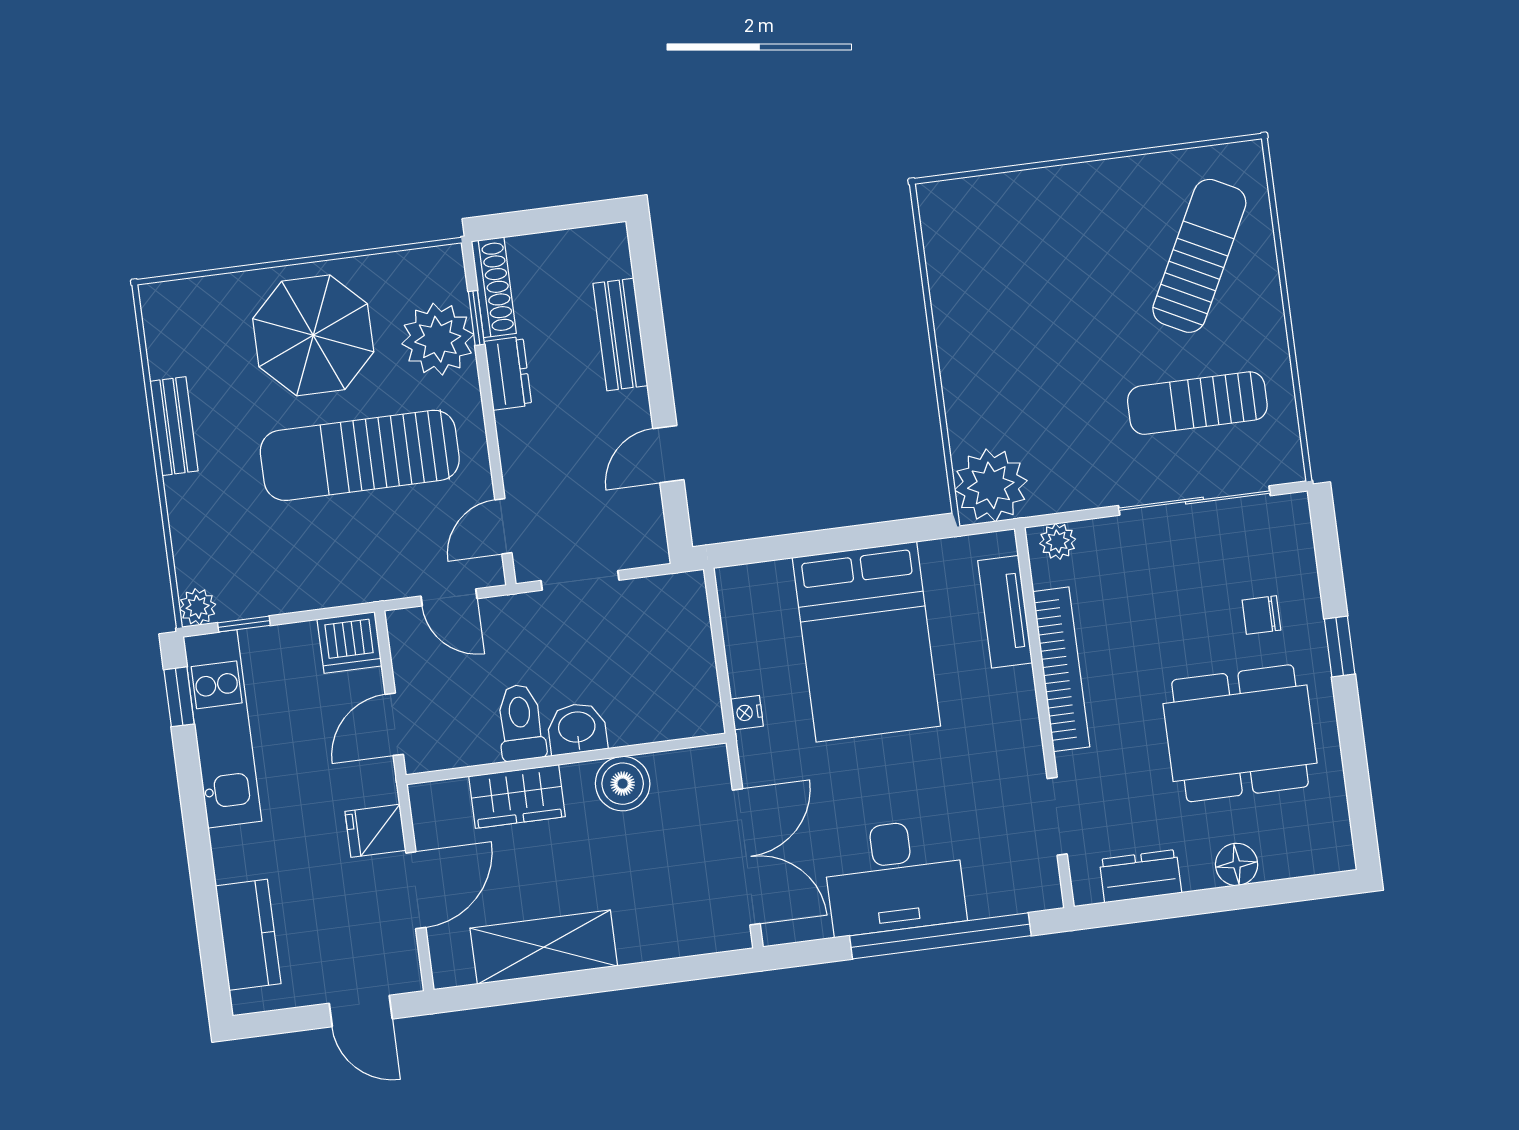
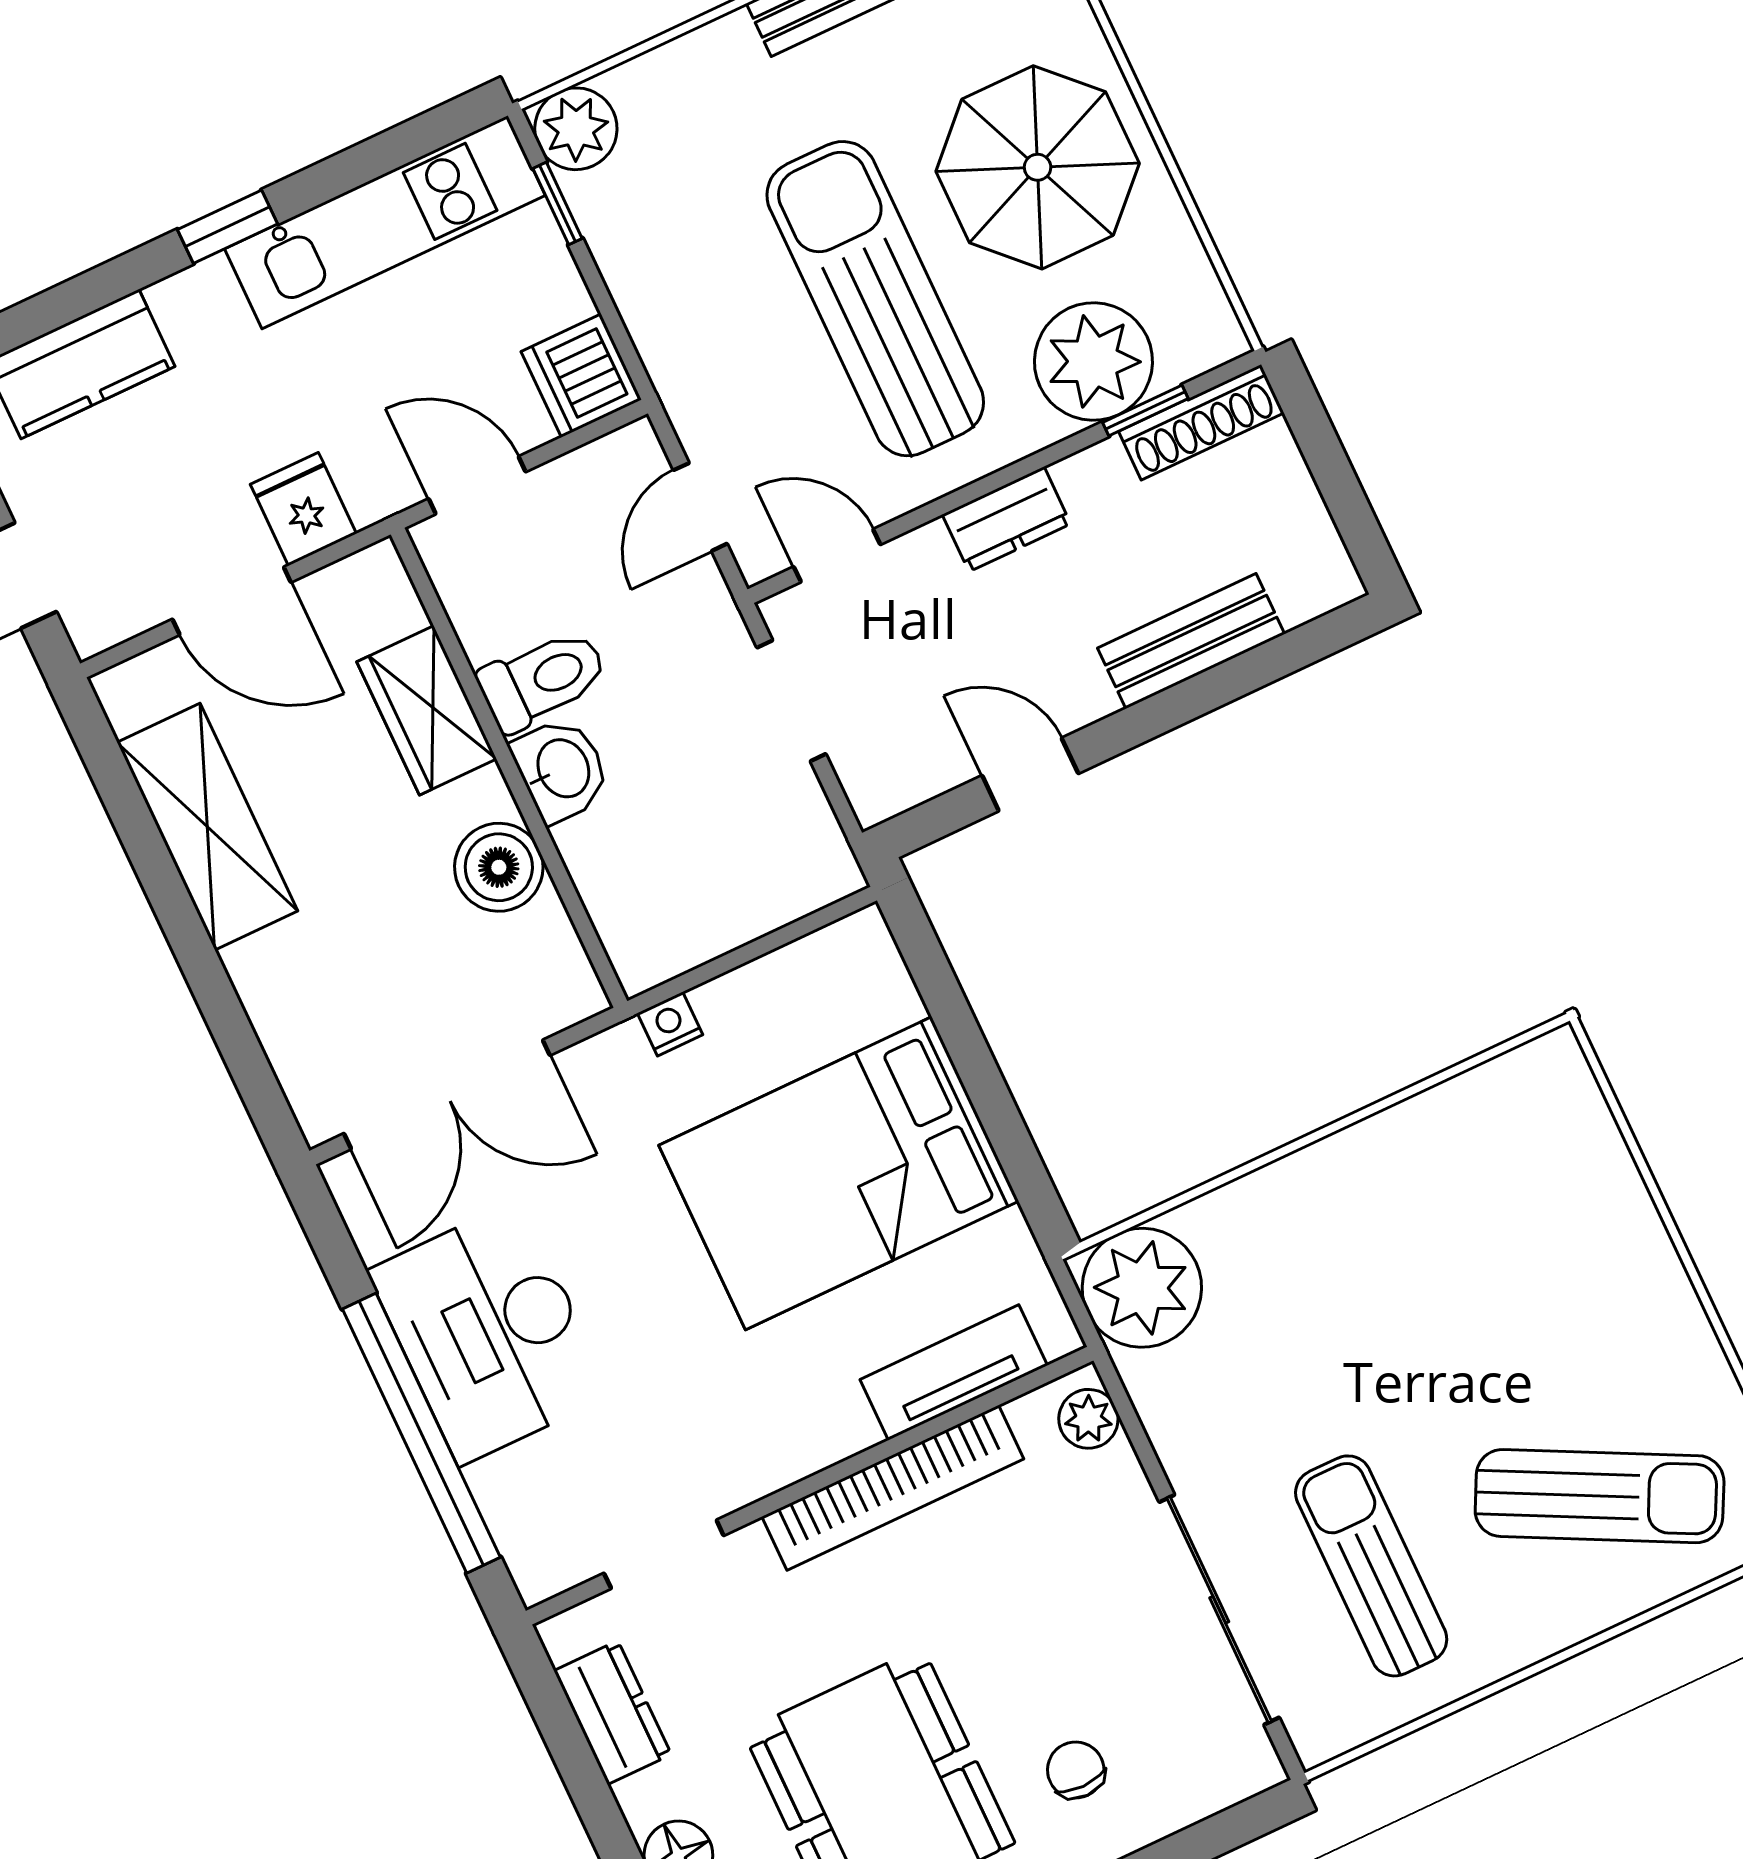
dresser: (508, 373) -> (1006, 519), moved
plant: (198, 607) -> (576, 129), width x1.38, depth x1.38
window: (179, 697) -> (228, 227), moved

